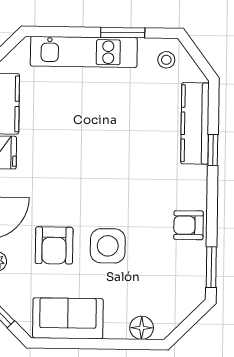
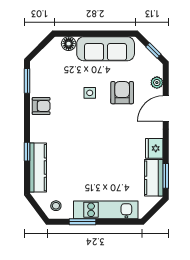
side table: (108, 246) -> (90, 93), width x0.54, depth x0.54
sofa: (68, 318) -> (106, 49), width x1.36

